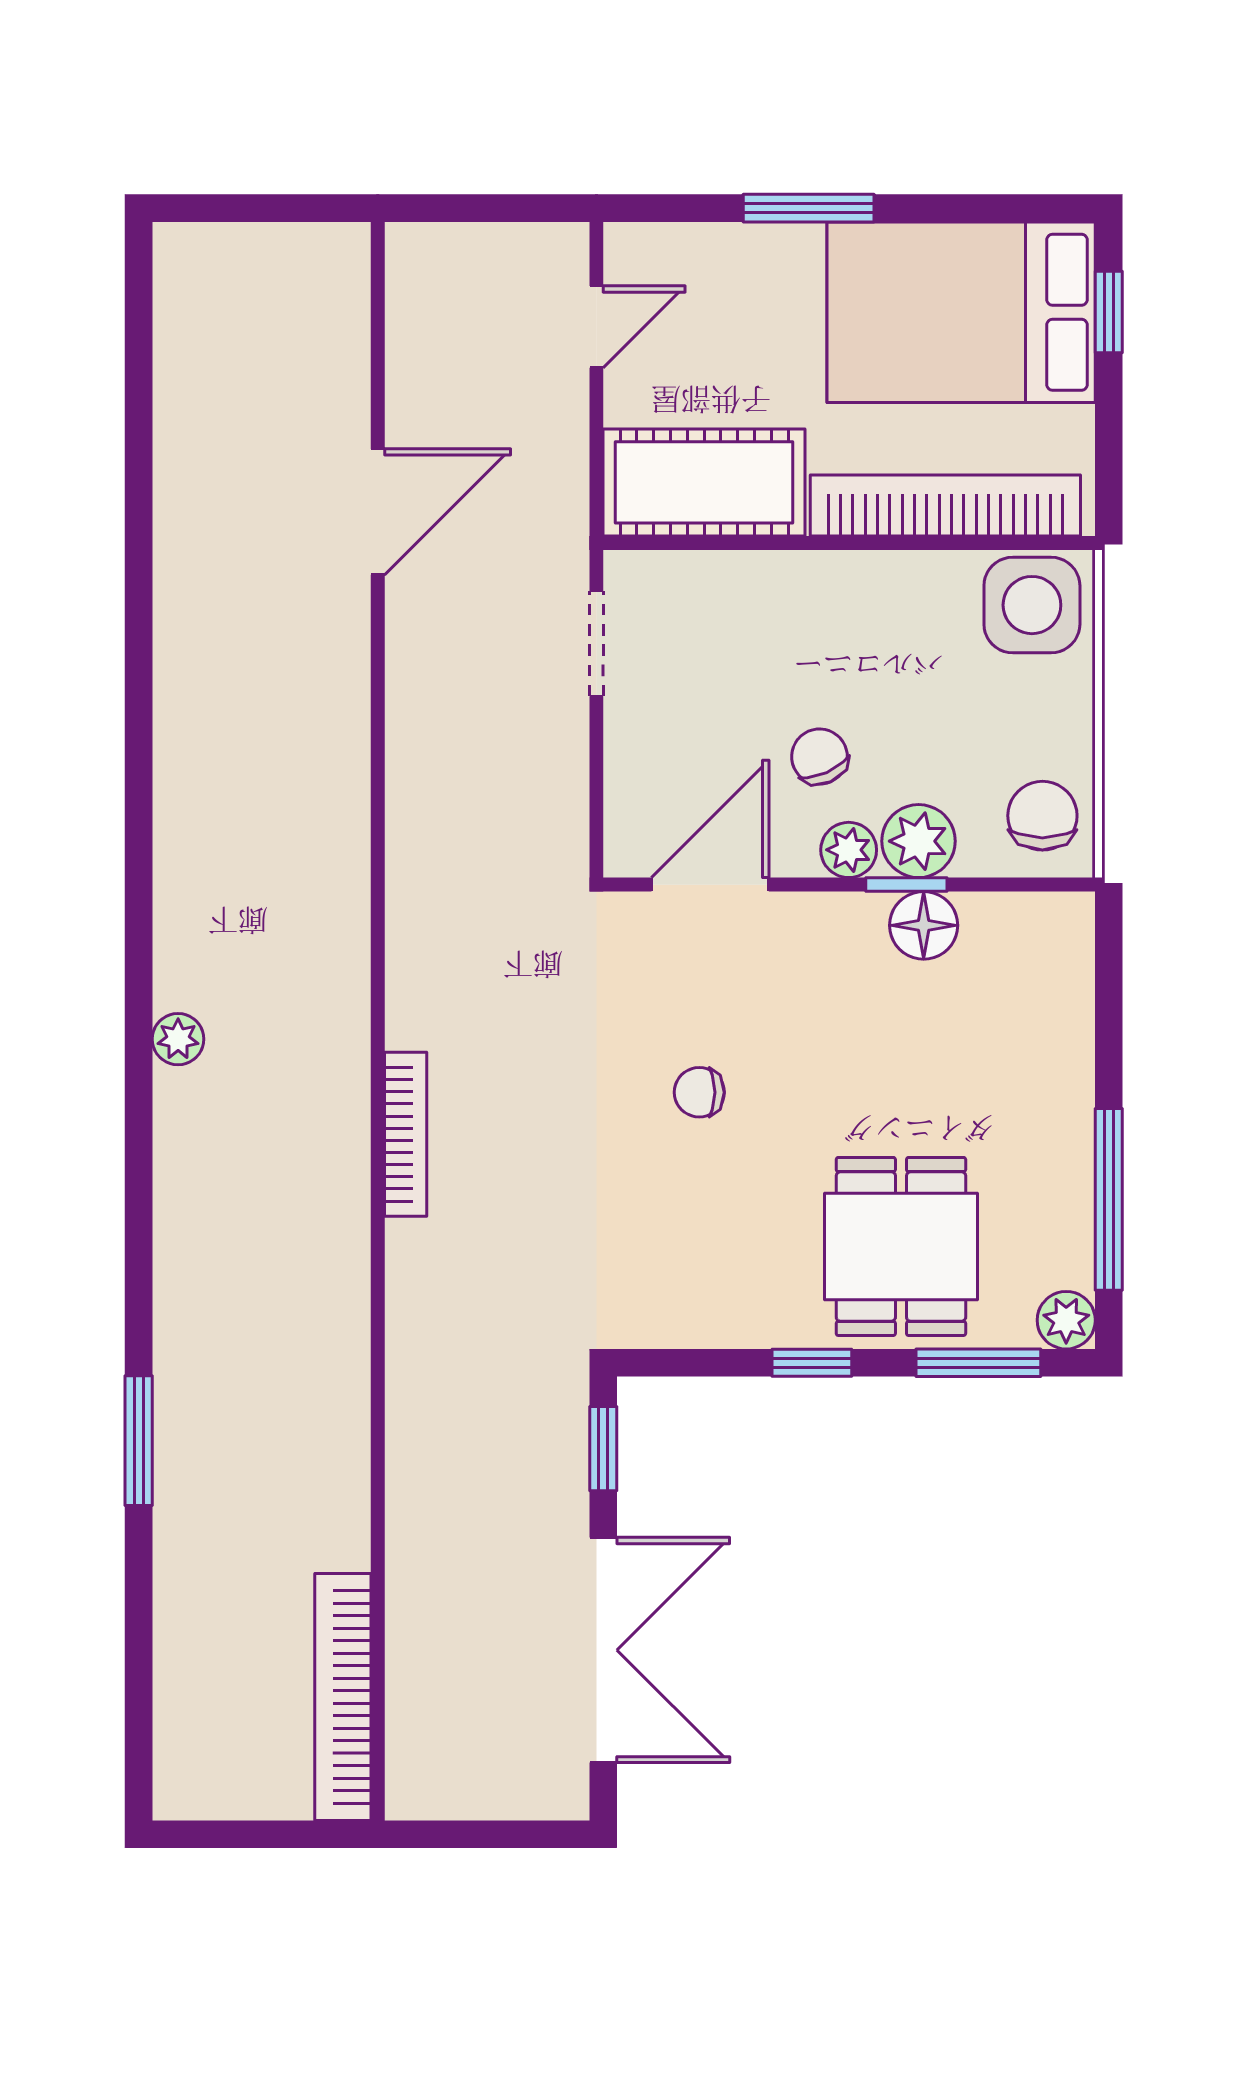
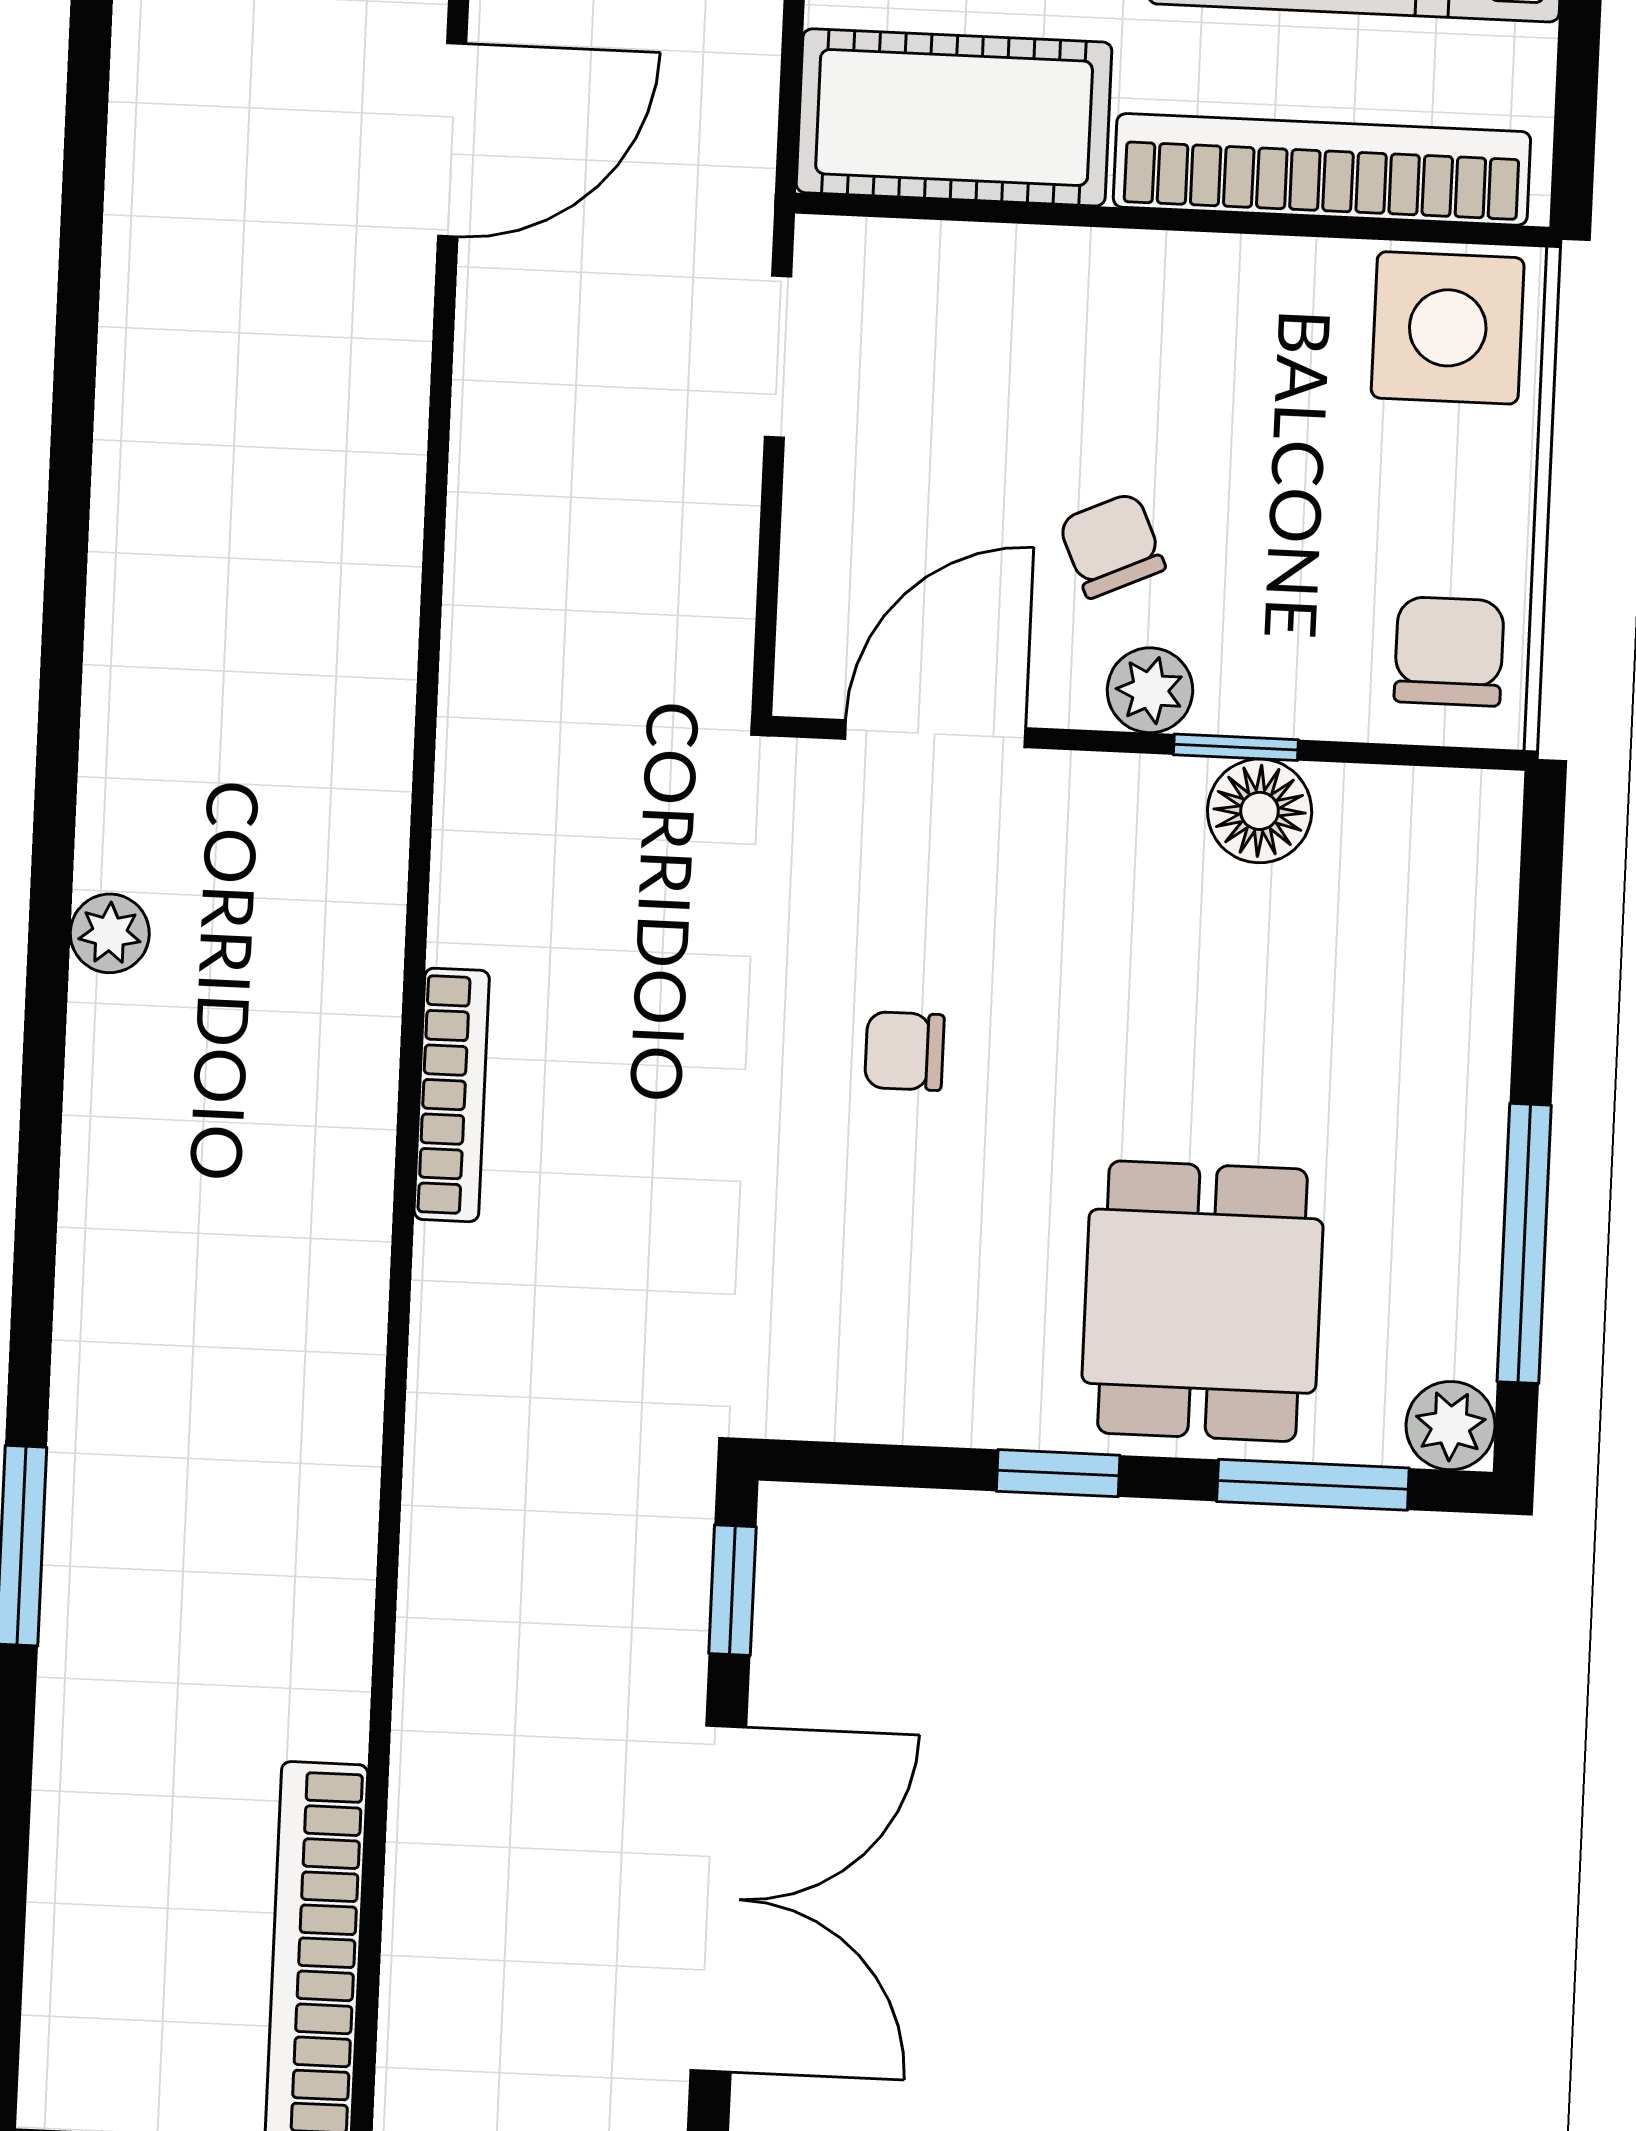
plant: (919, 841) -> (1258, 682), removed

